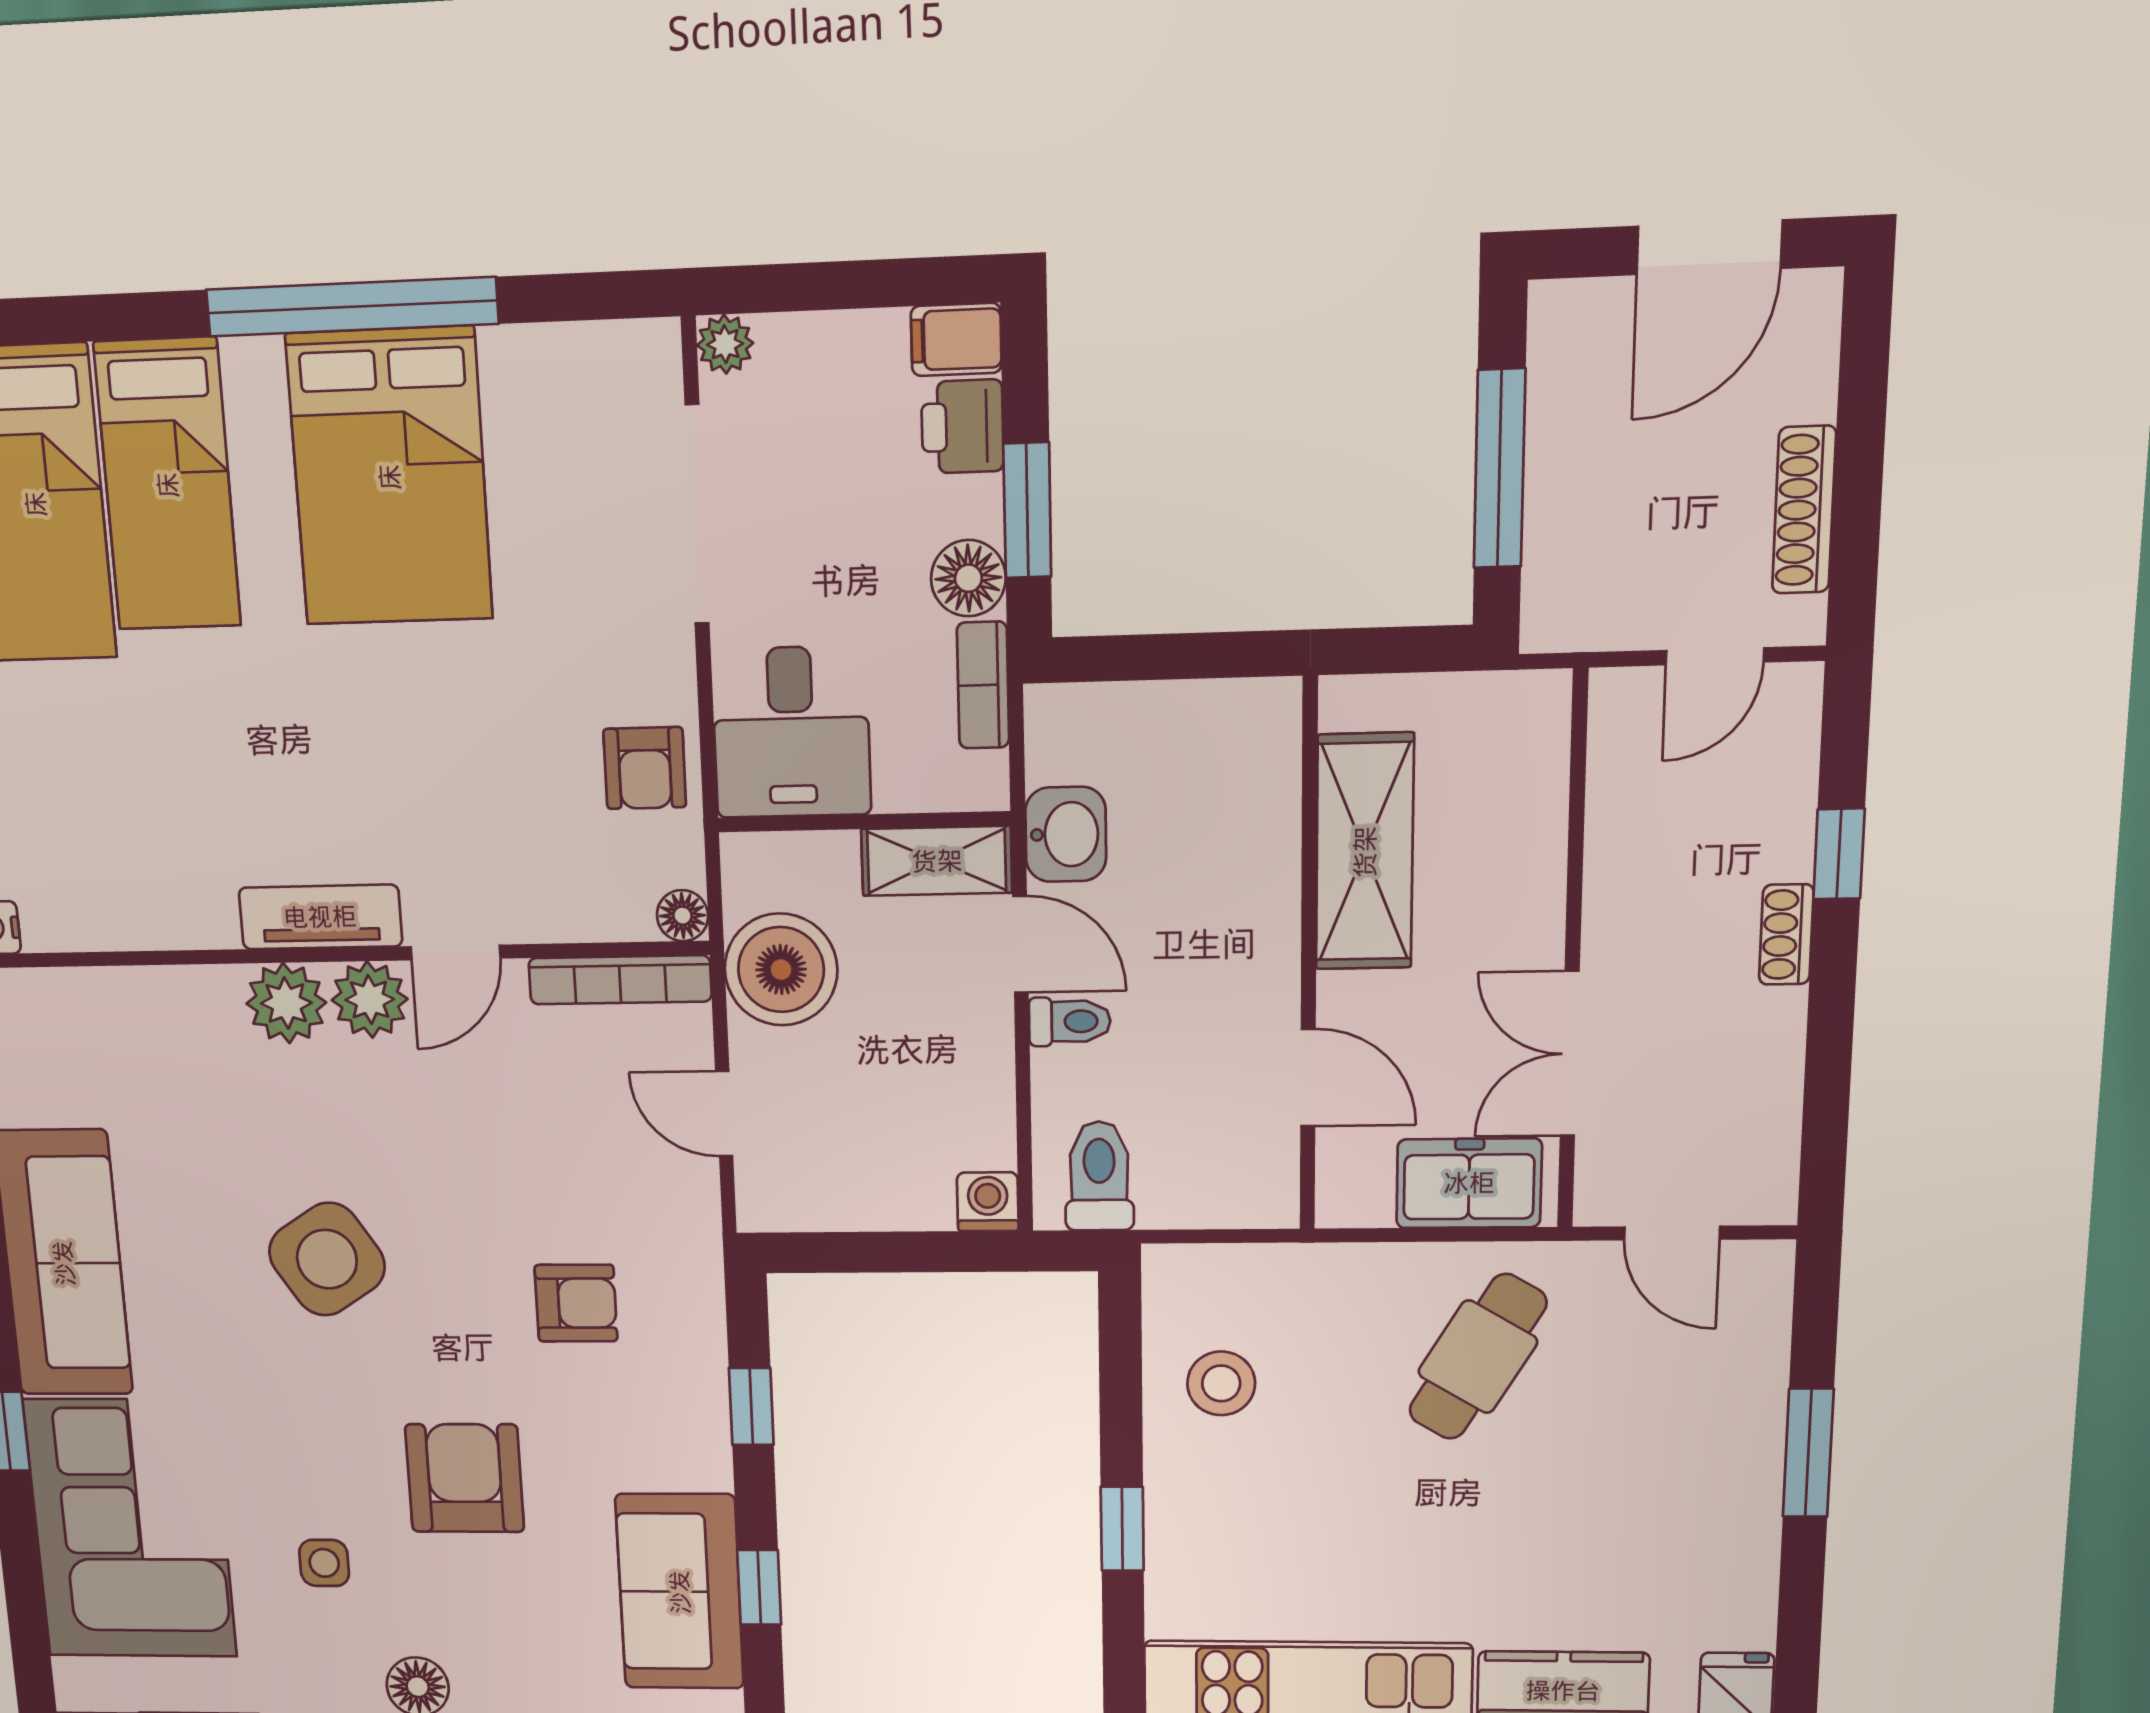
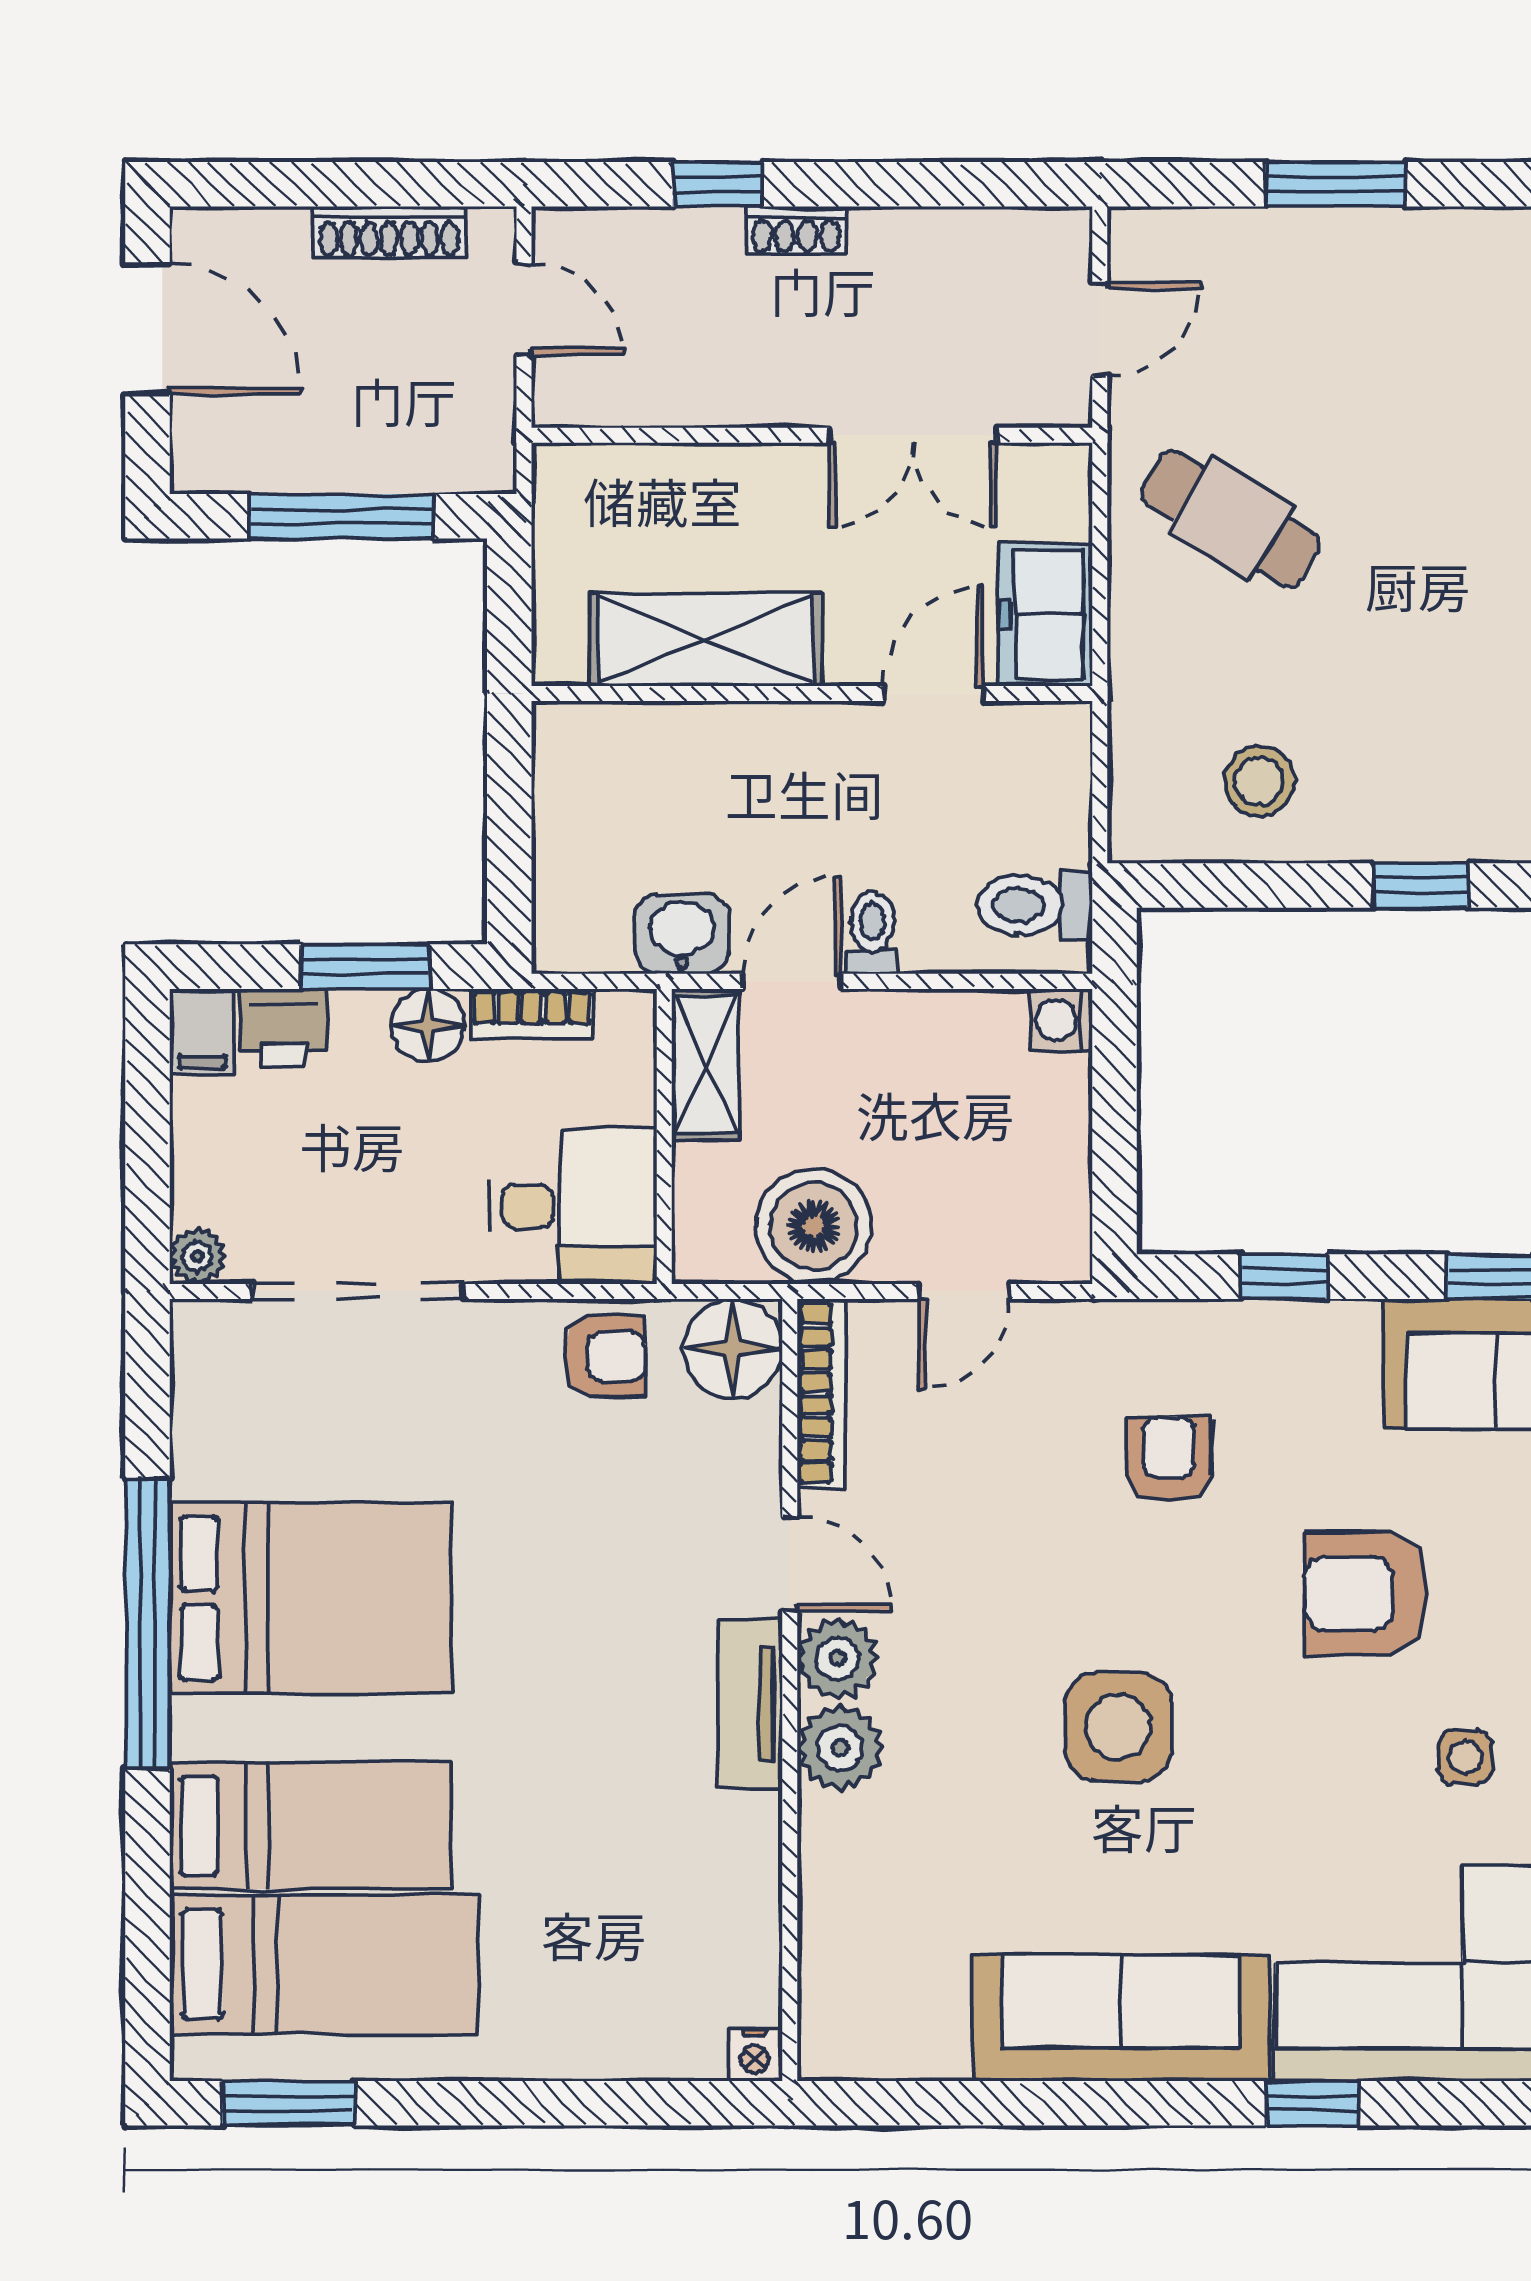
floor lamp: (683, 916) -> (733, 1348), width x1.89, depth x1.89
freezer: (1469, 1183) -> (1046, 614), moved
side table: (327, 1259) -> (1118, 1726), turned 33

